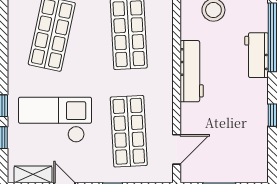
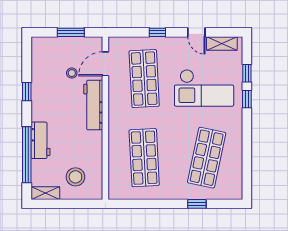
workbench: (192, 71) -> (93, 105), moved
stool: (218, 138) -> (72, 73), added

